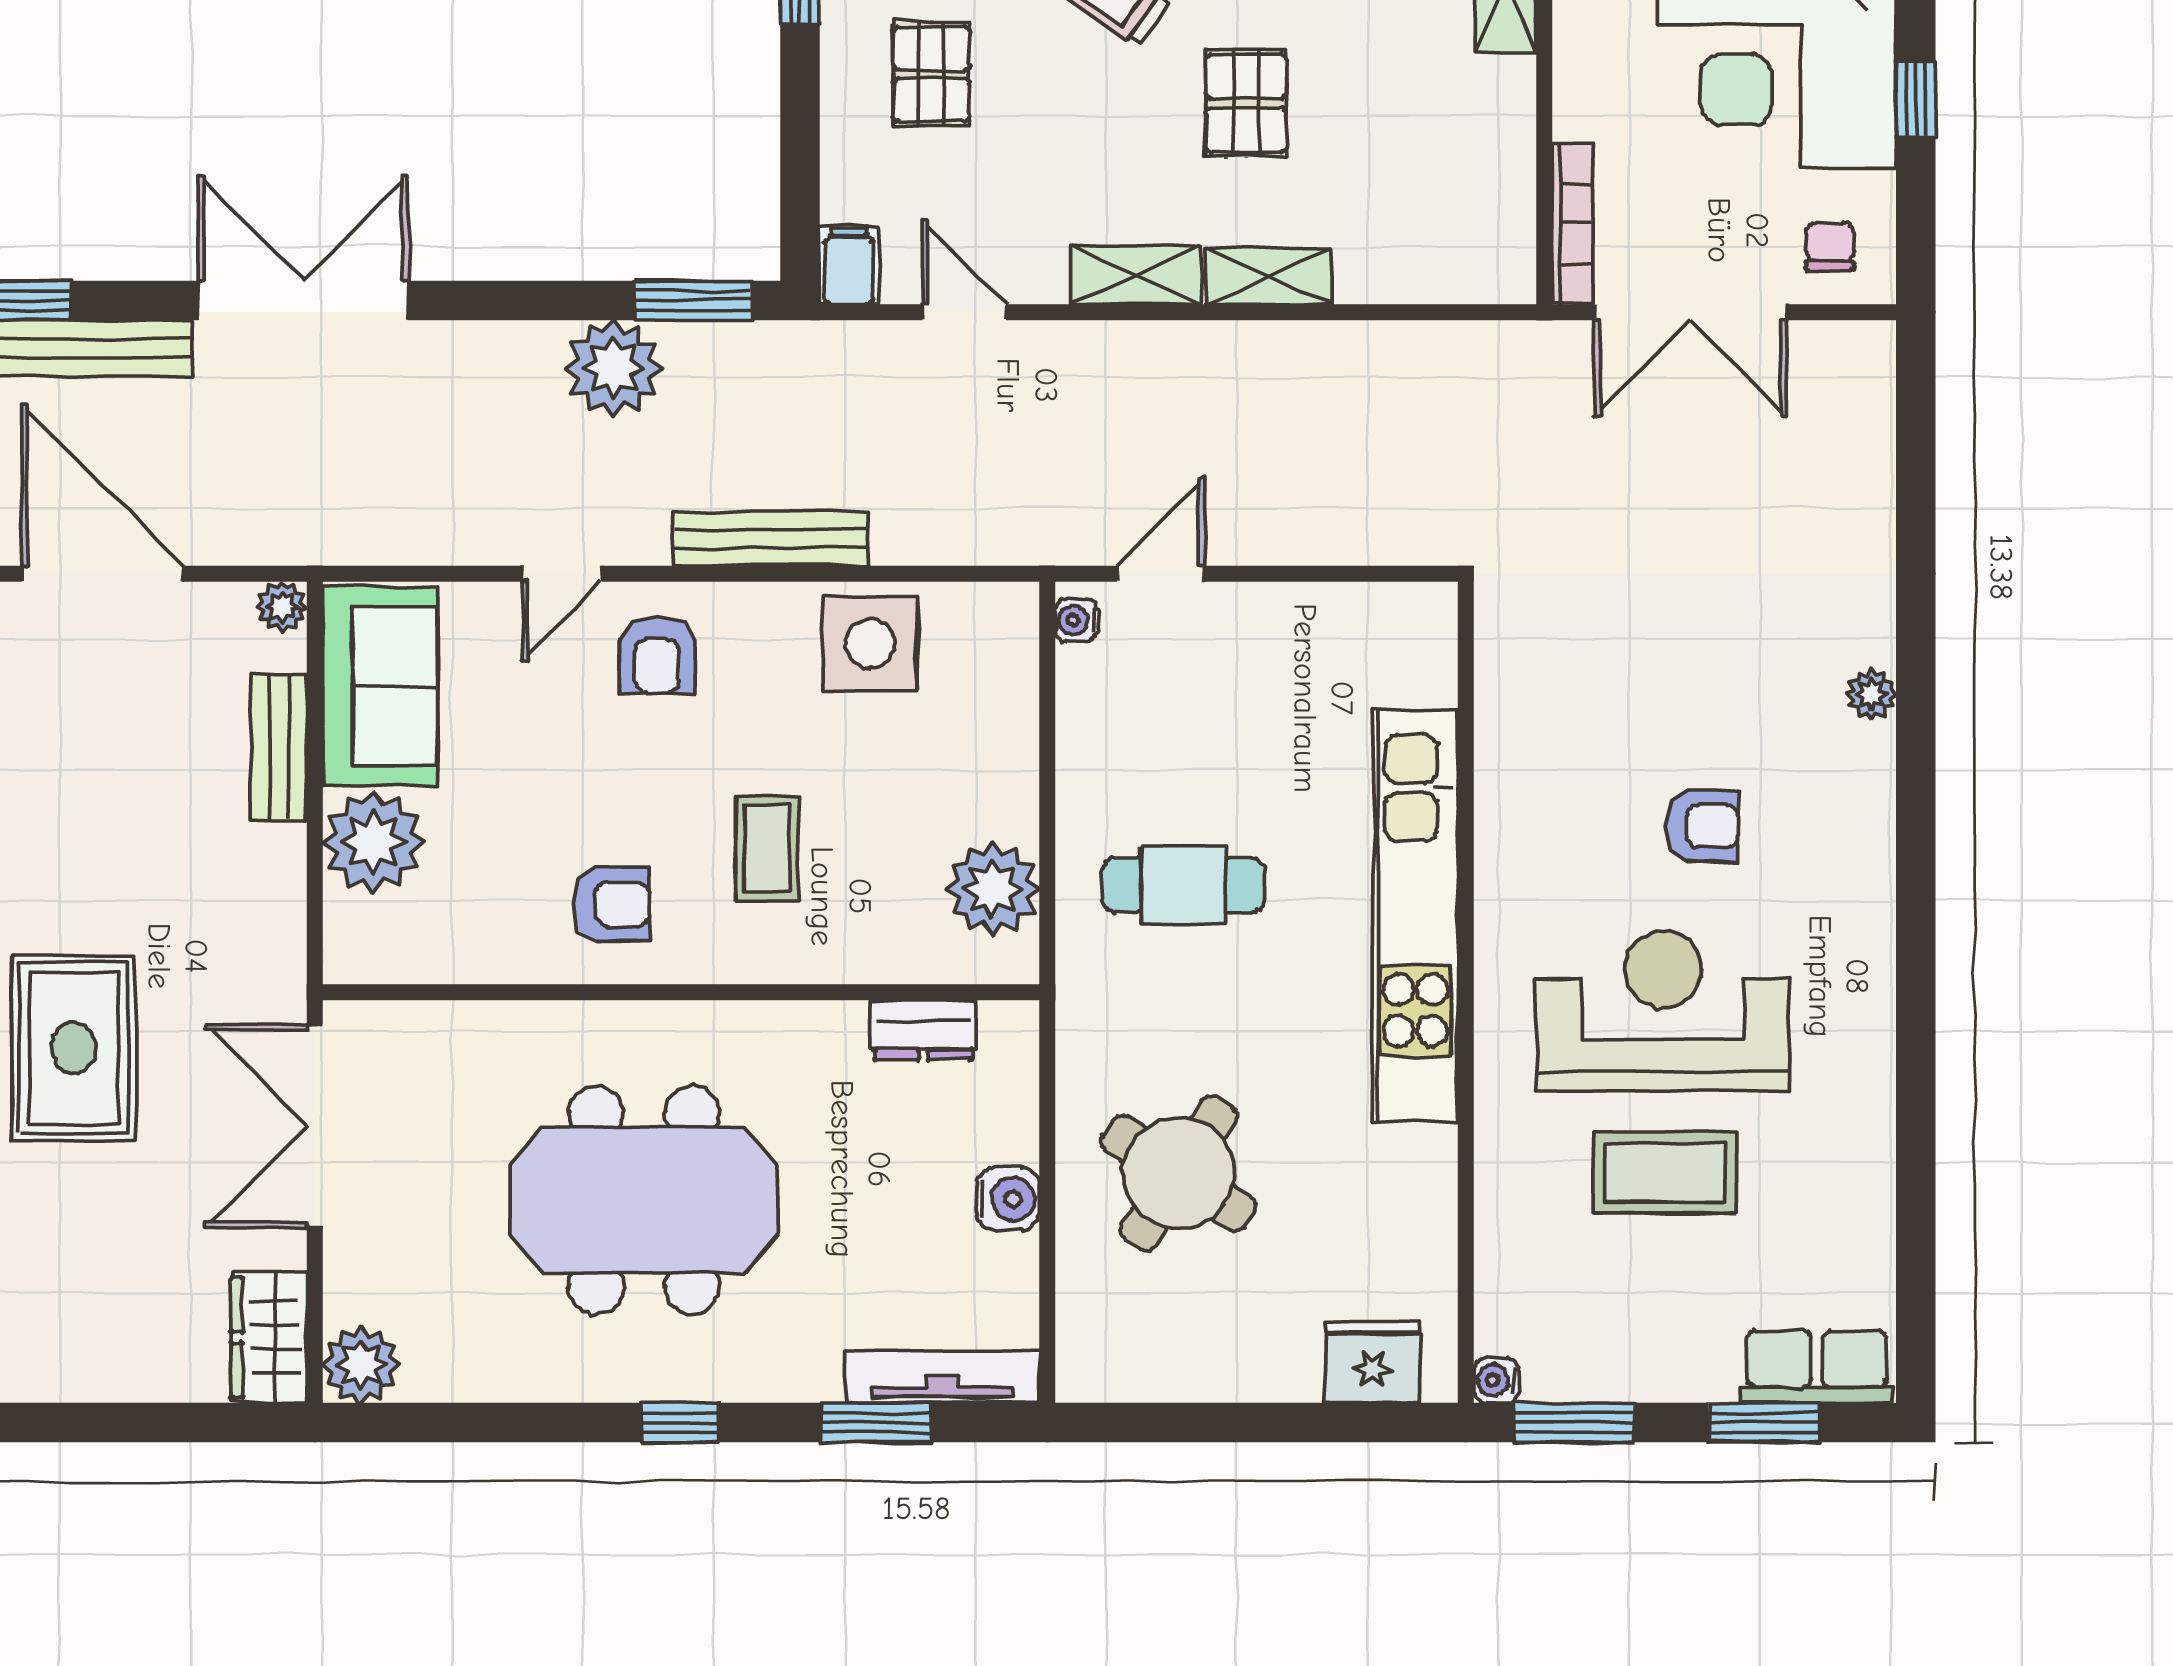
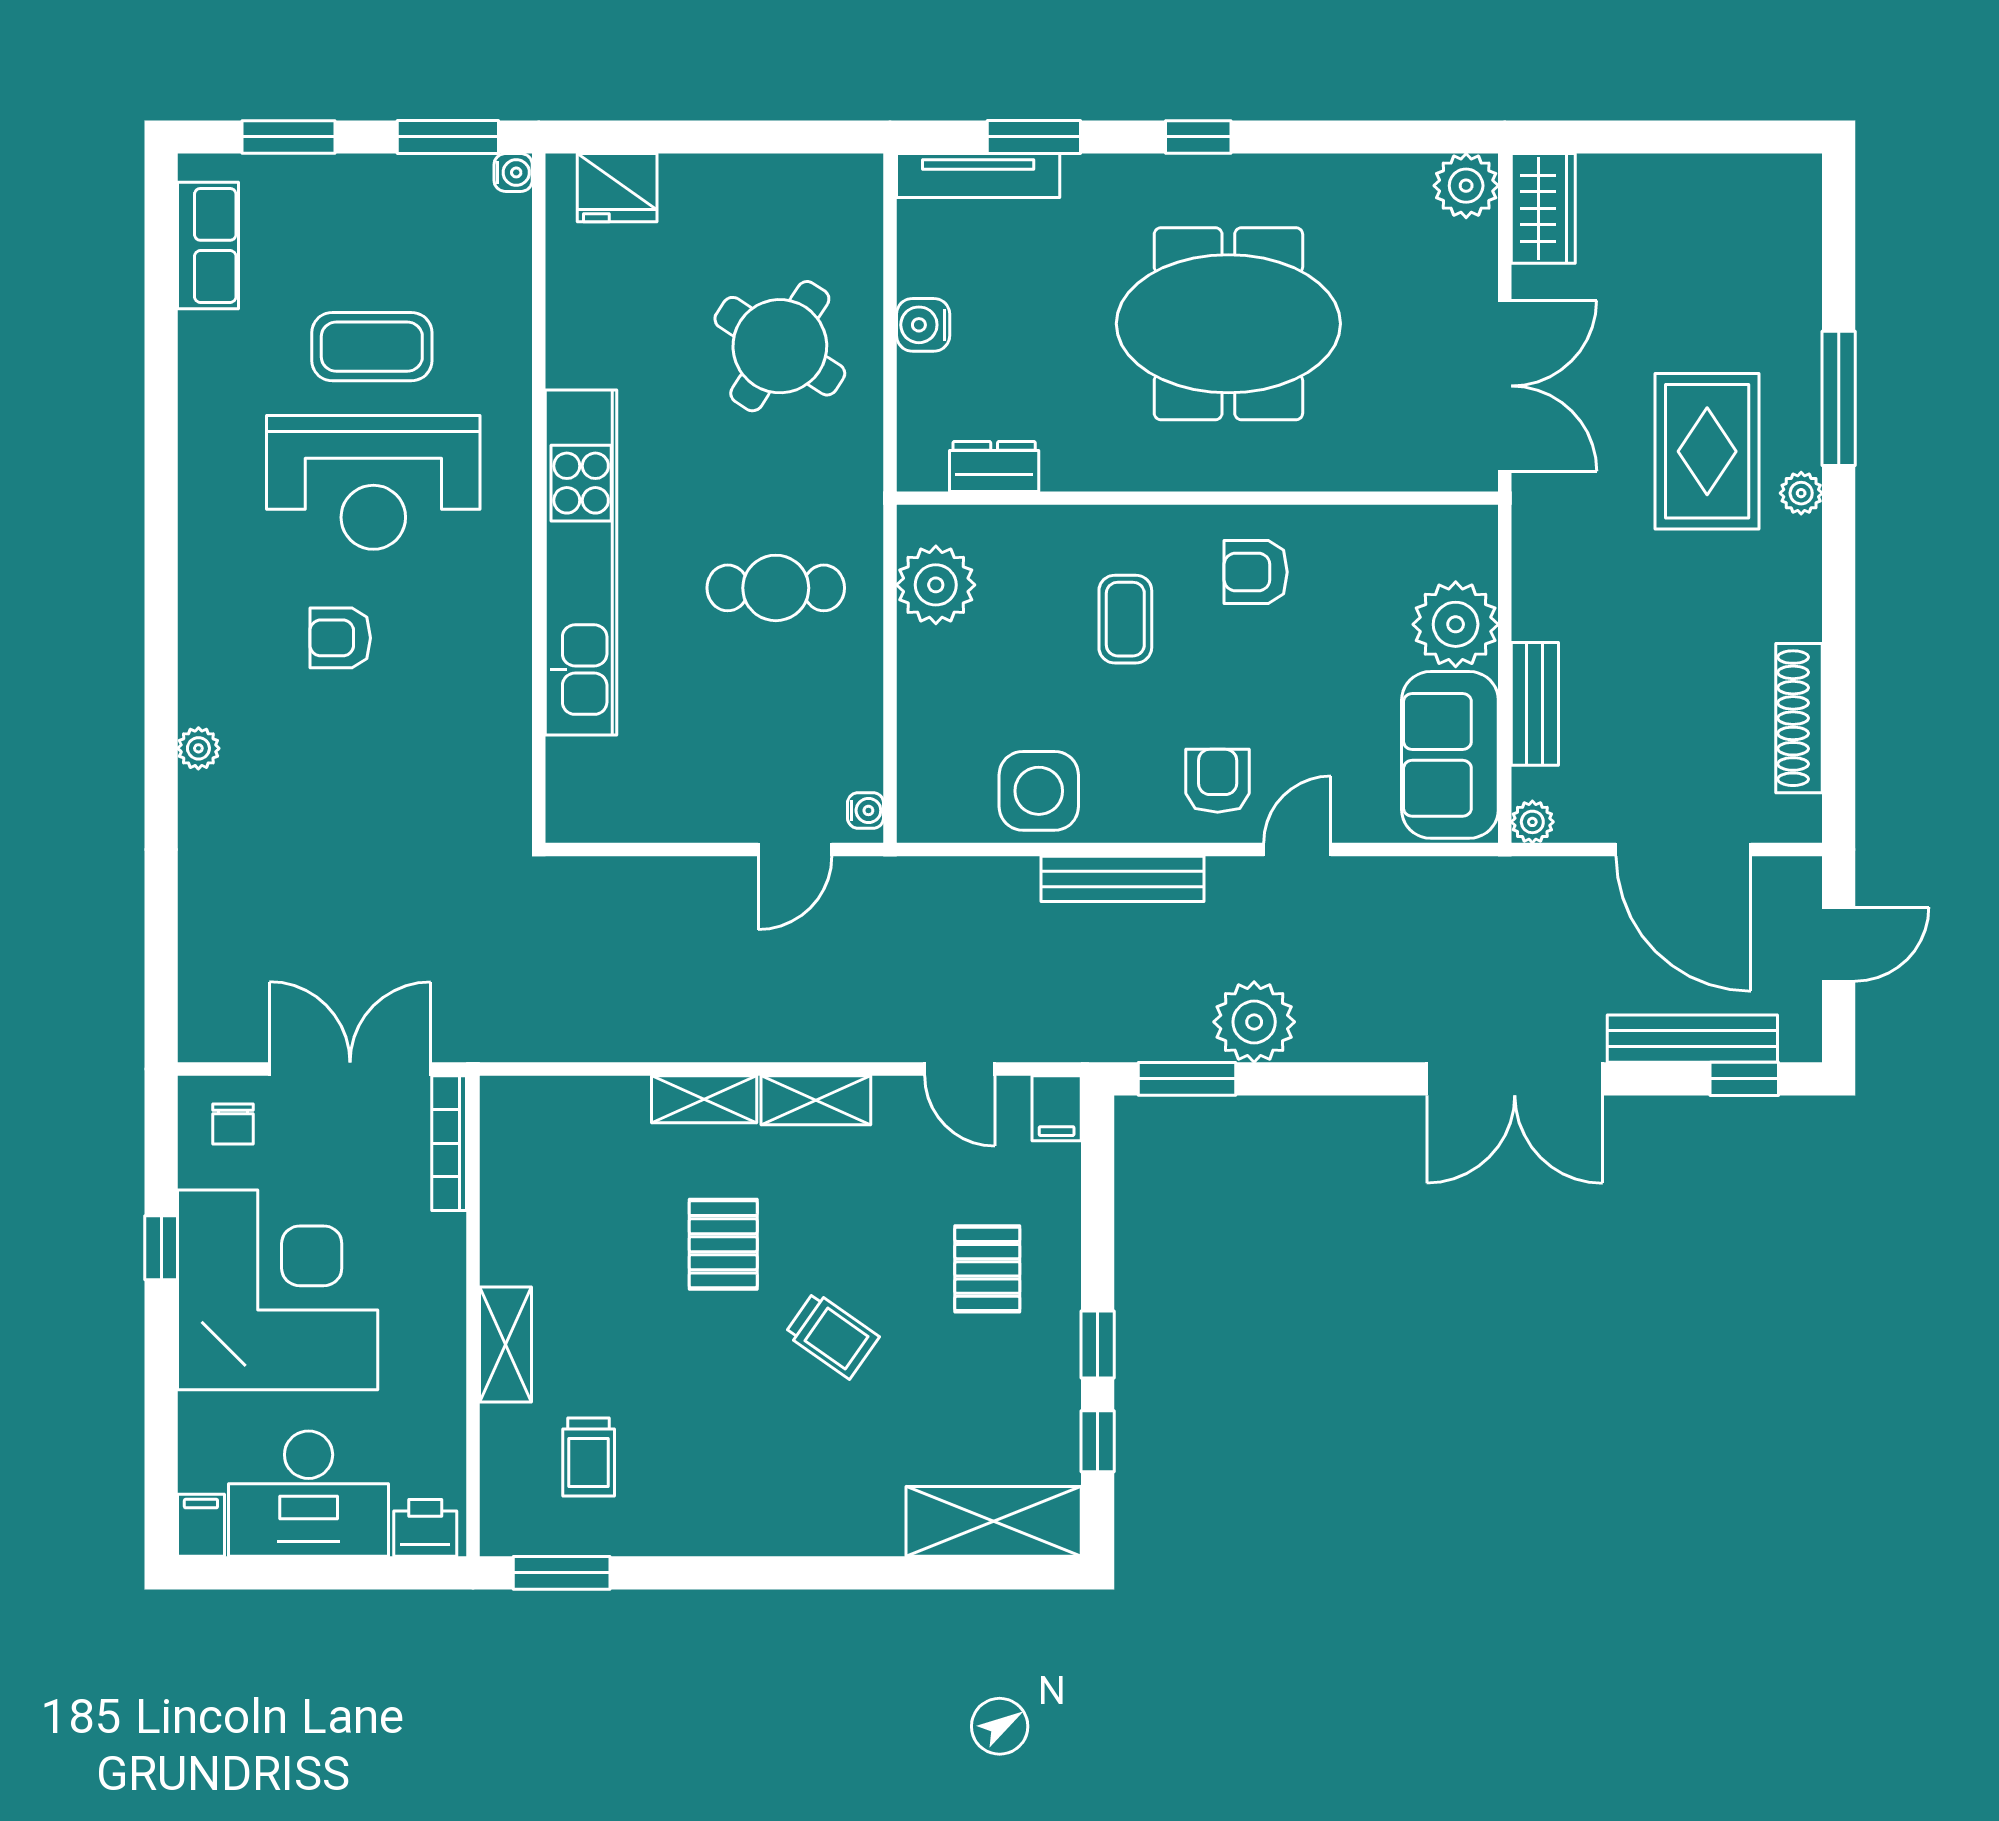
row of seats: (1817, 1367) -> (208, 245), moved, turned -90

